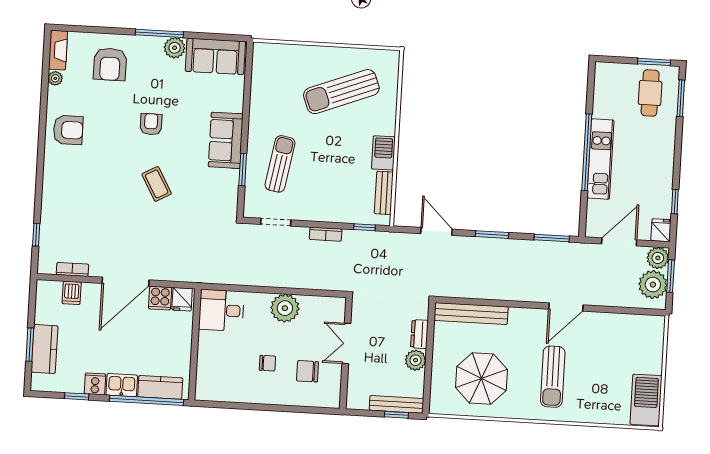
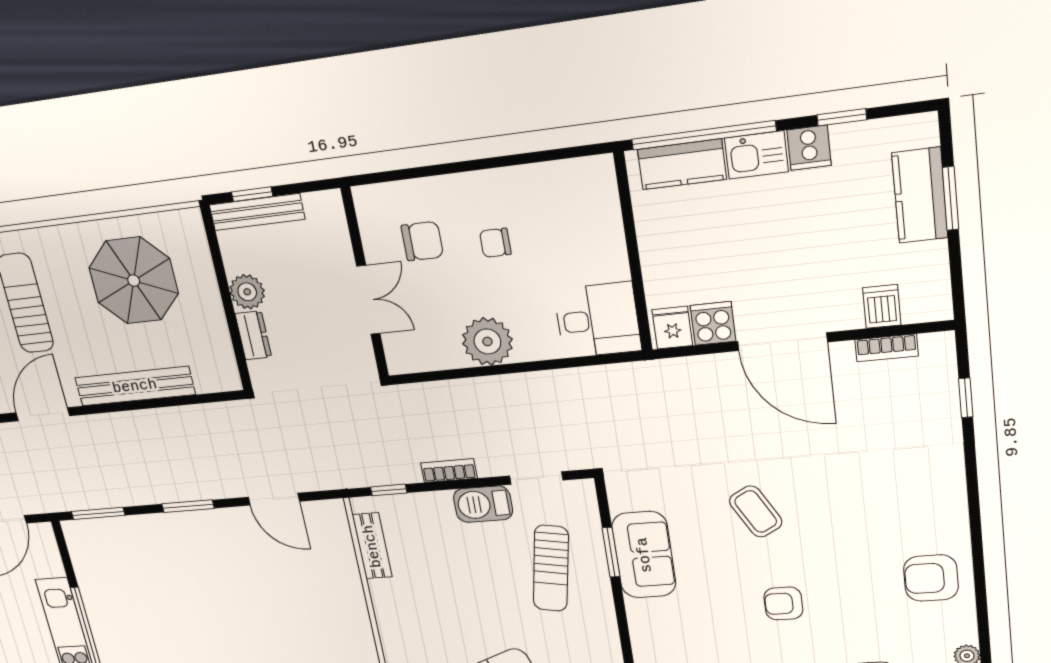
armchair: (151, 124) -> (783, 603), turned 90
sofa: (226, 140) -> (644, 555), moved
barbecue: (383, 153) -> (483, 504), moved, turned 90
door: (126, 282) -> (782, 342), swing flipped
bench: (471, 314) -> (135, 386), moved

